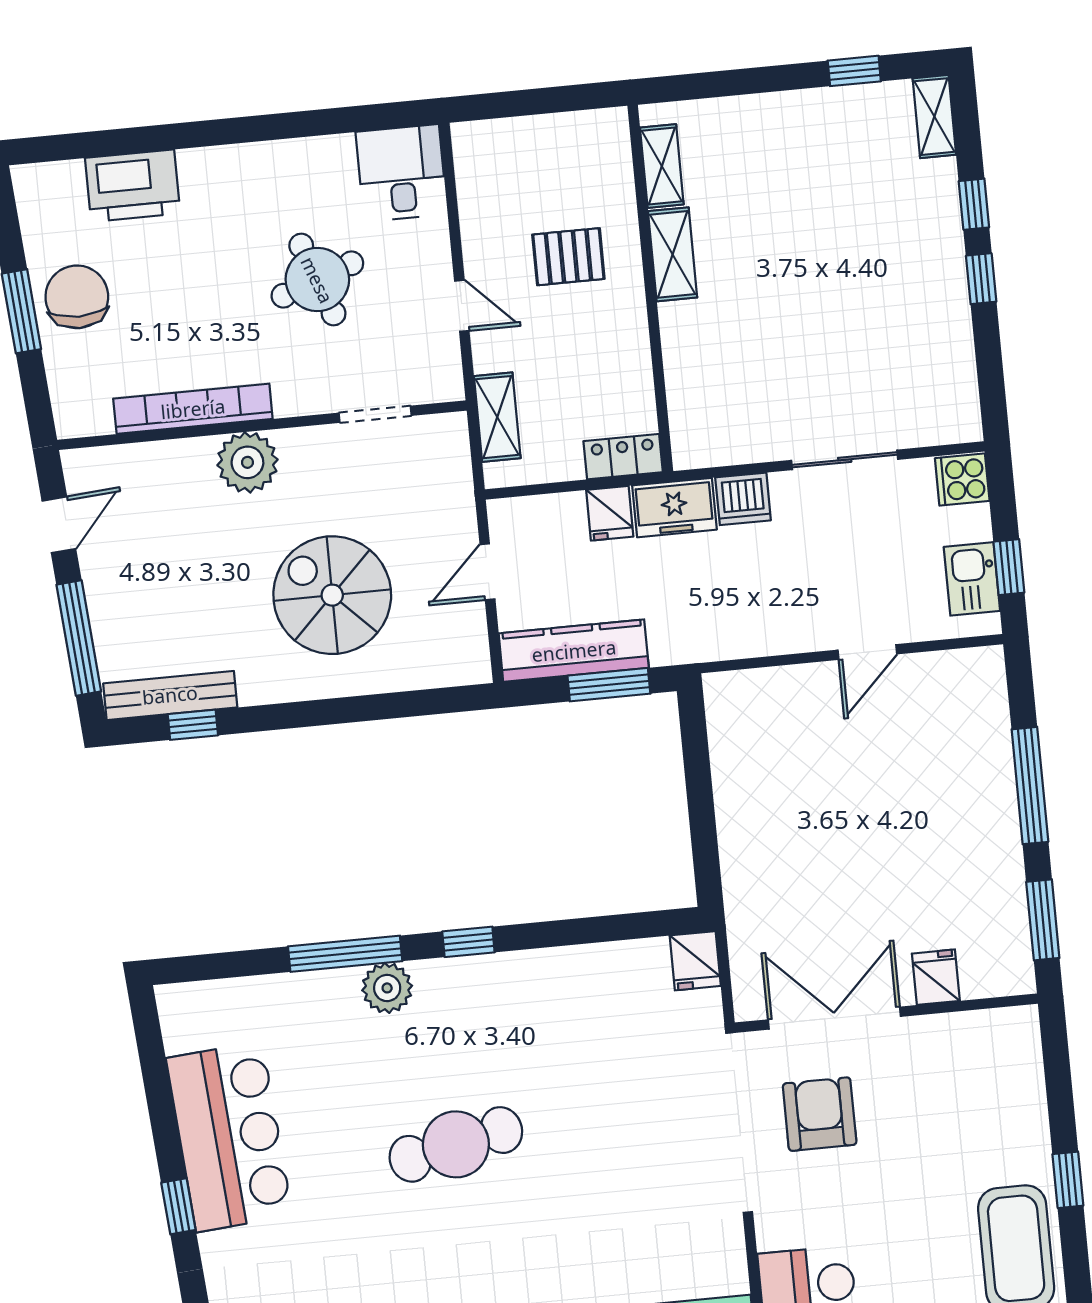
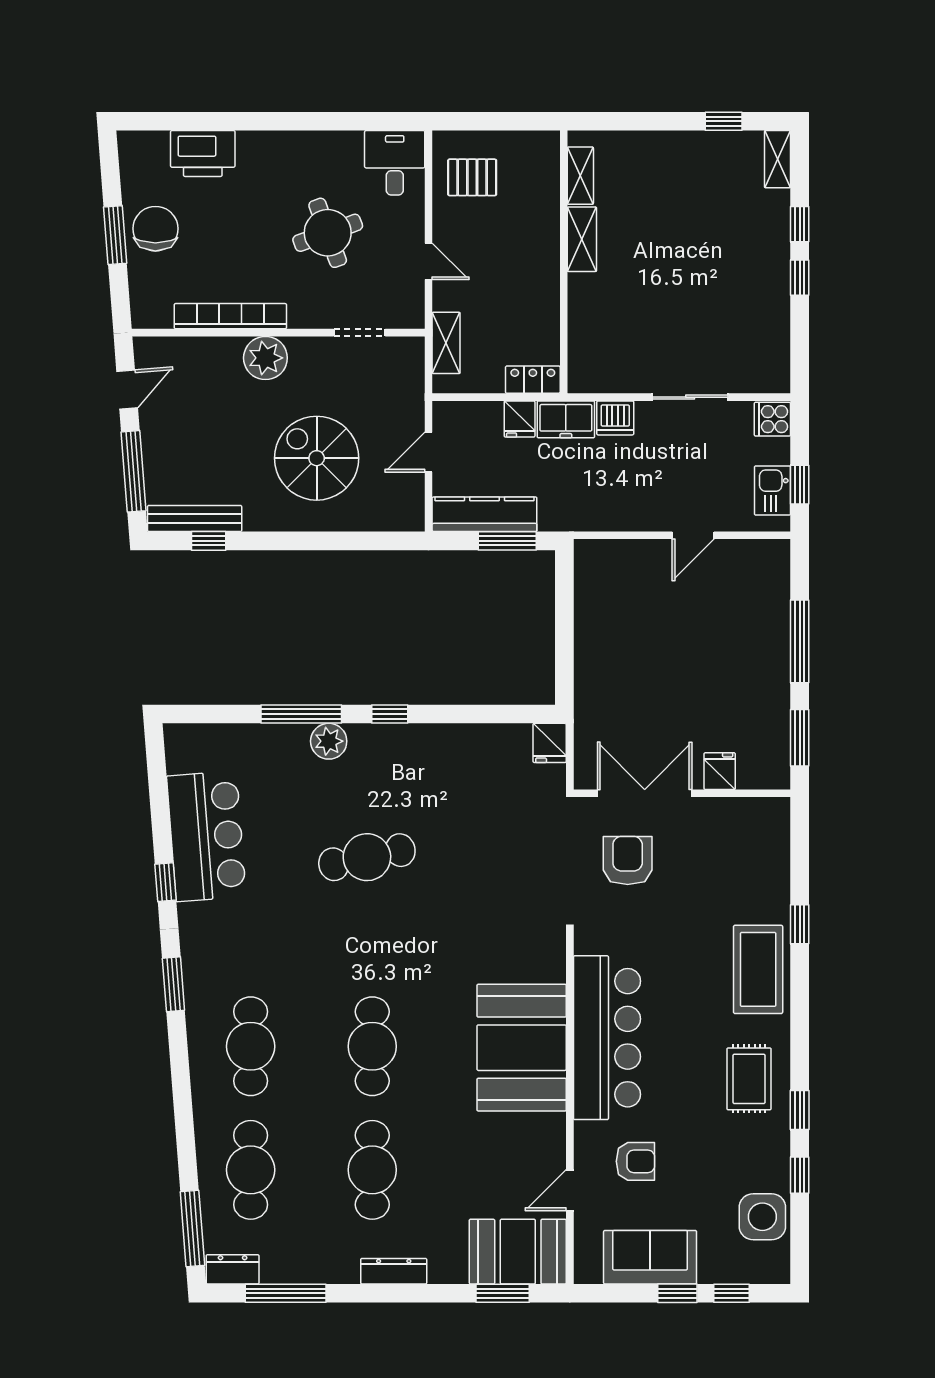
pallet: (568, 257) -> (472, 177), moved

